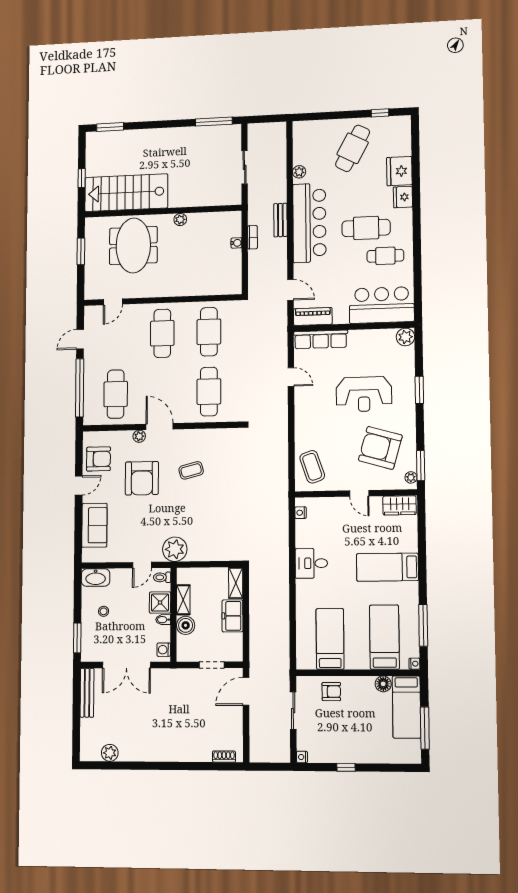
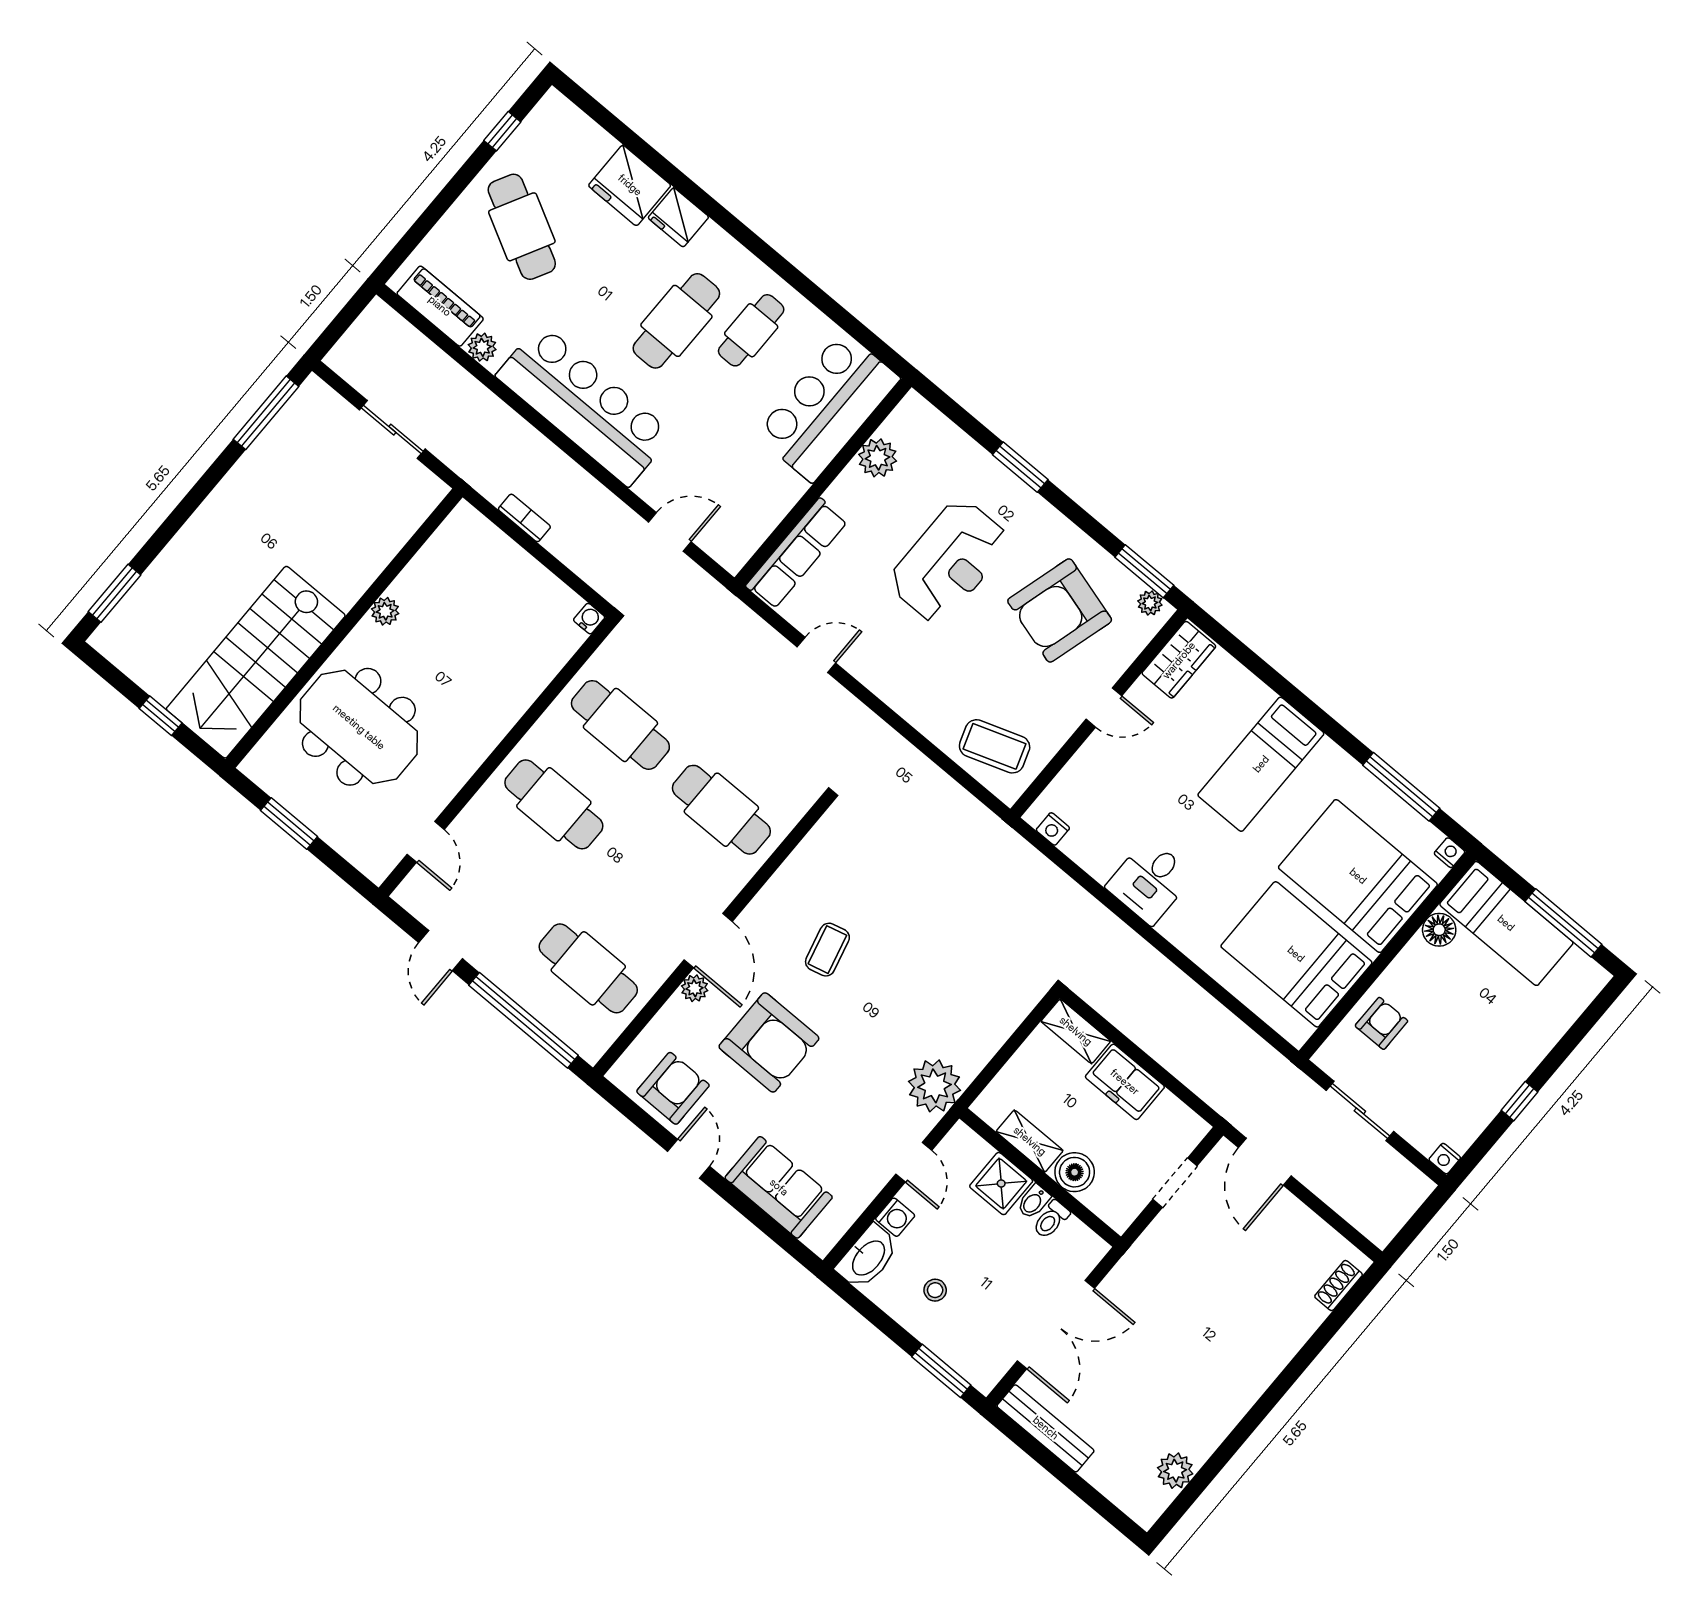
bench: (280, 220) -> (537, 448), removed
water cooler: (236, 243) -> (589, 619), moved
piano: (313, 316) -> (440, 306), moved, turned 90
plant: (405, 337) -> (878, 458), moved
door: (160, 427) -> (708, 941), swing flipped
toilet: (162, 577) -> (1051, 1220), moved
bed: (384, 637) -> (1358, 876), width x1.50
bed: (330, 639) -> (1296, 954), width x1.50
washing machine: (164, 650) -> (895, 1217), moved, turned -90

